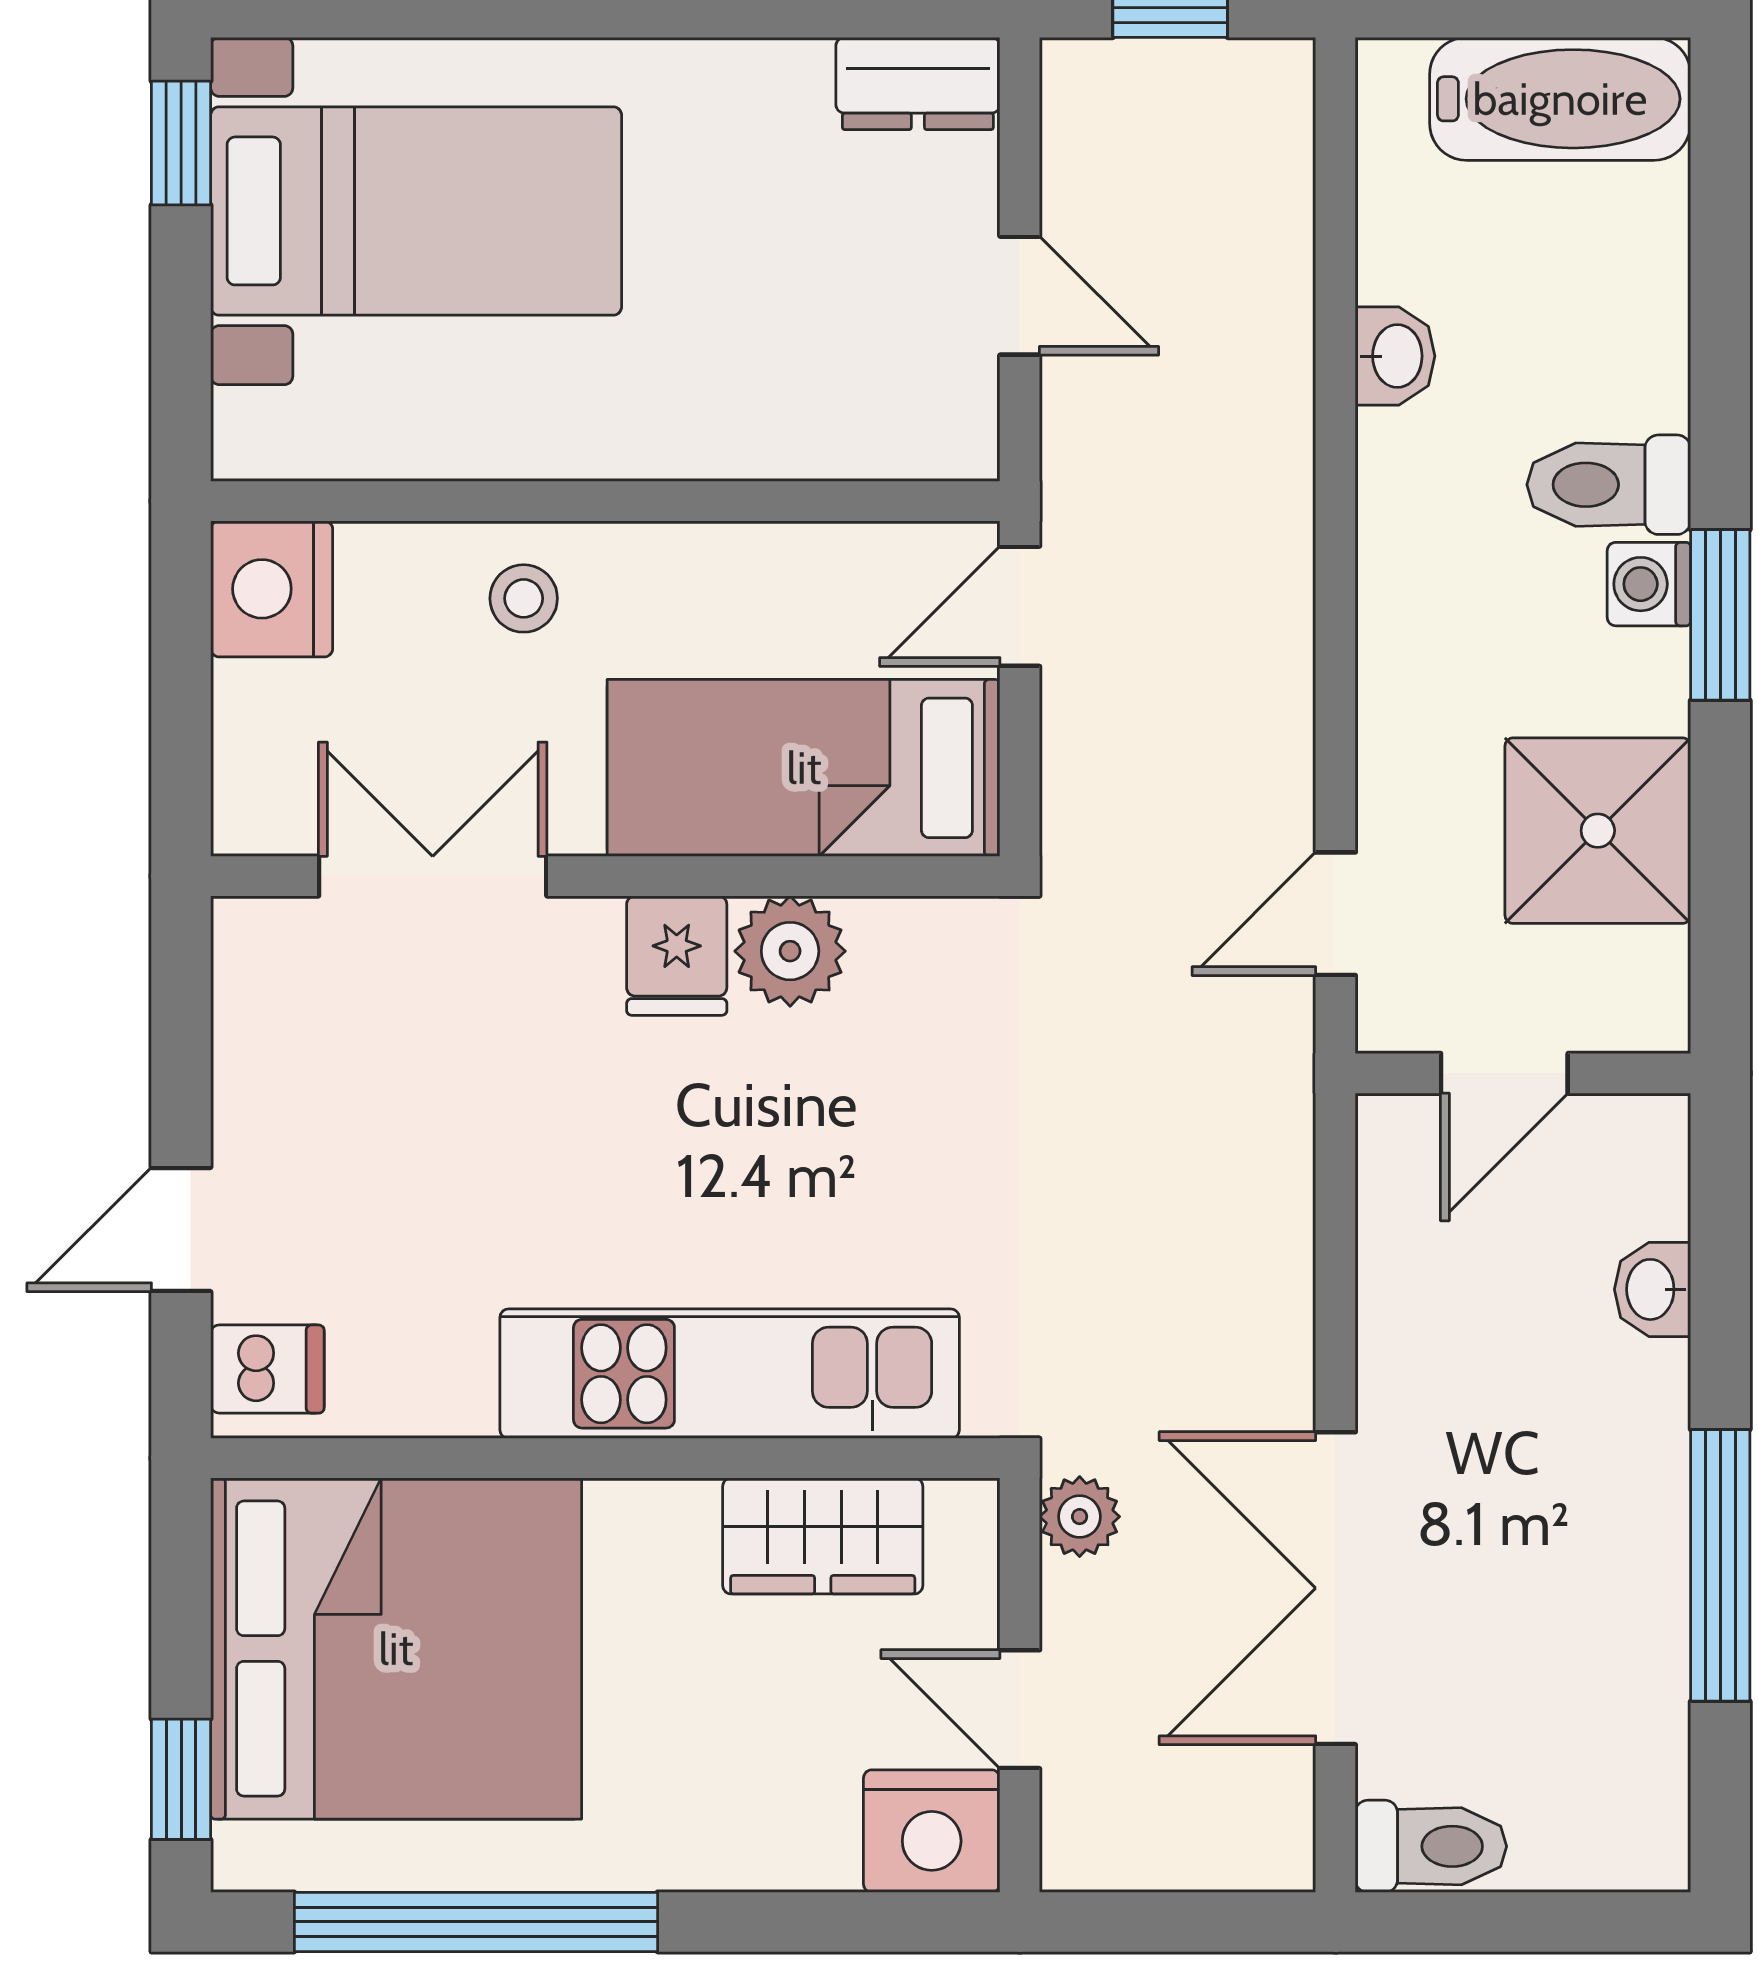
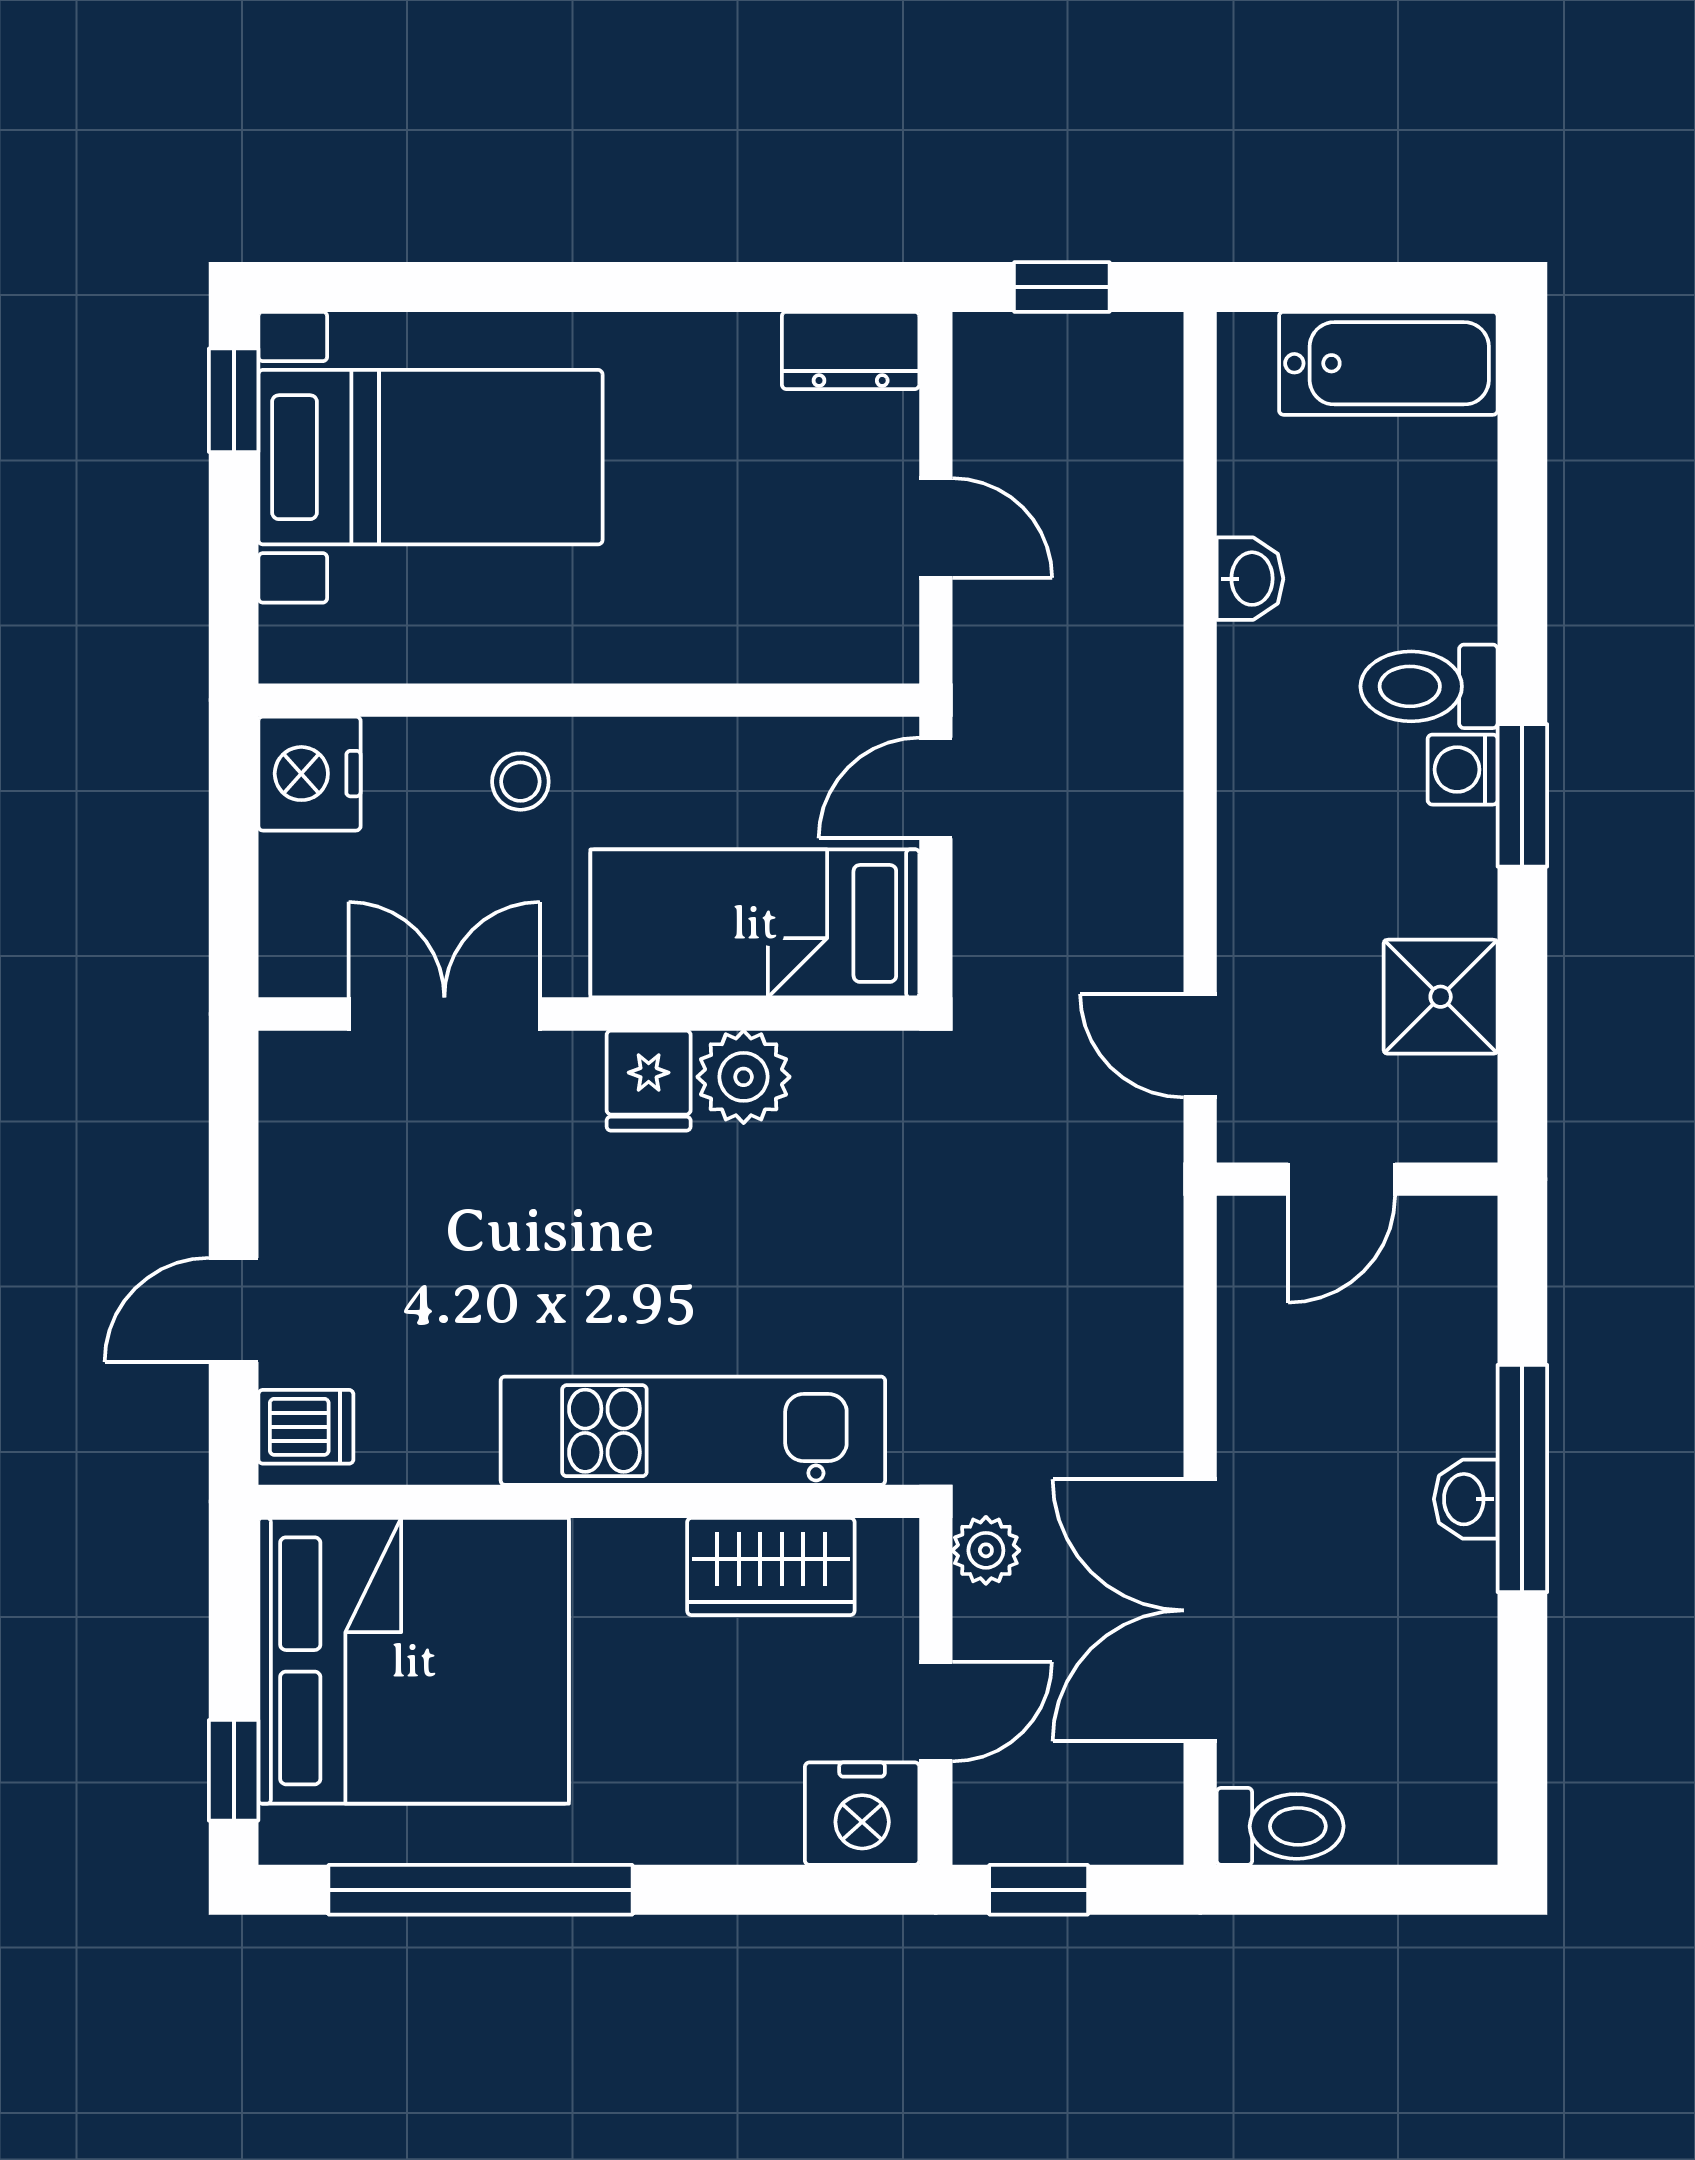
shower: (1598, 831) -> (1441, 997), width x0.73, depth x0.73
door: (1335, 914) -> (1200, 1046), hinge flipped
washbasin: (1653, 1289) -> (1466, 1499), moved
window: (1720, 1565) -> (1522, 1479), moved
door: (1020, 1709) -> (936, 1712), swing flipped
window: (1143, 1922) -> (1039, 1890), added

